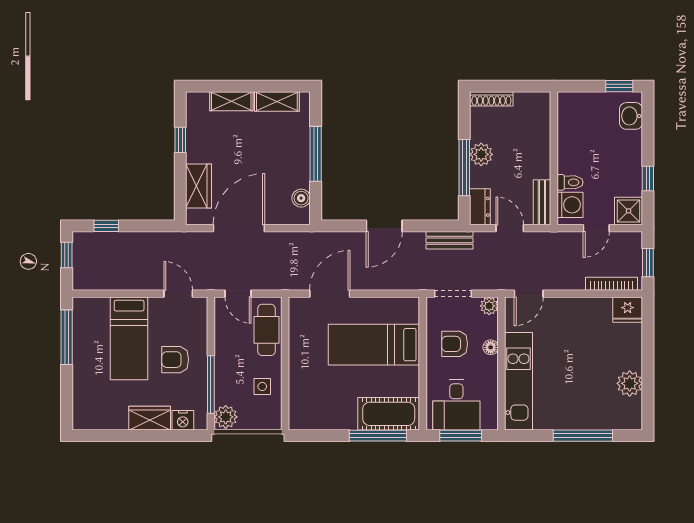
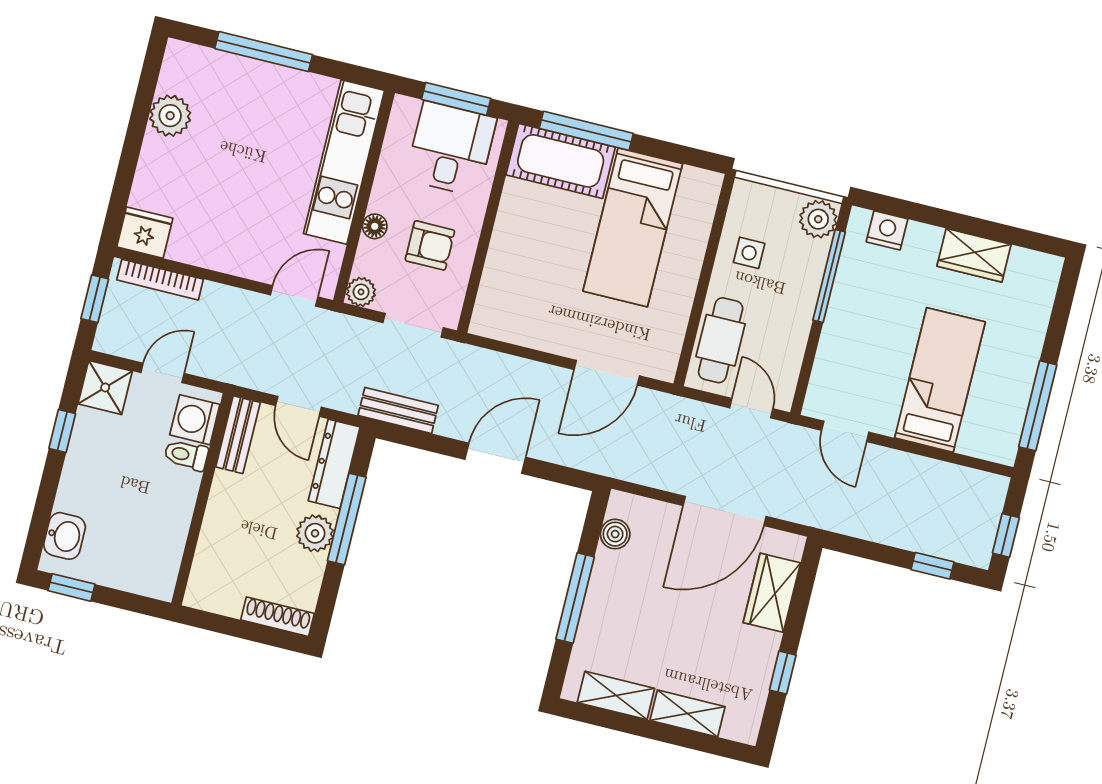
dresser: (480, 207) -> (334, 464), width x1.44
bed: (374, 345) -> (633, 227), moved, turned 90
armchair: (175, 360) -> (876, 329), removed
wardrobe: (150, 418) -> (974, 255), moved

